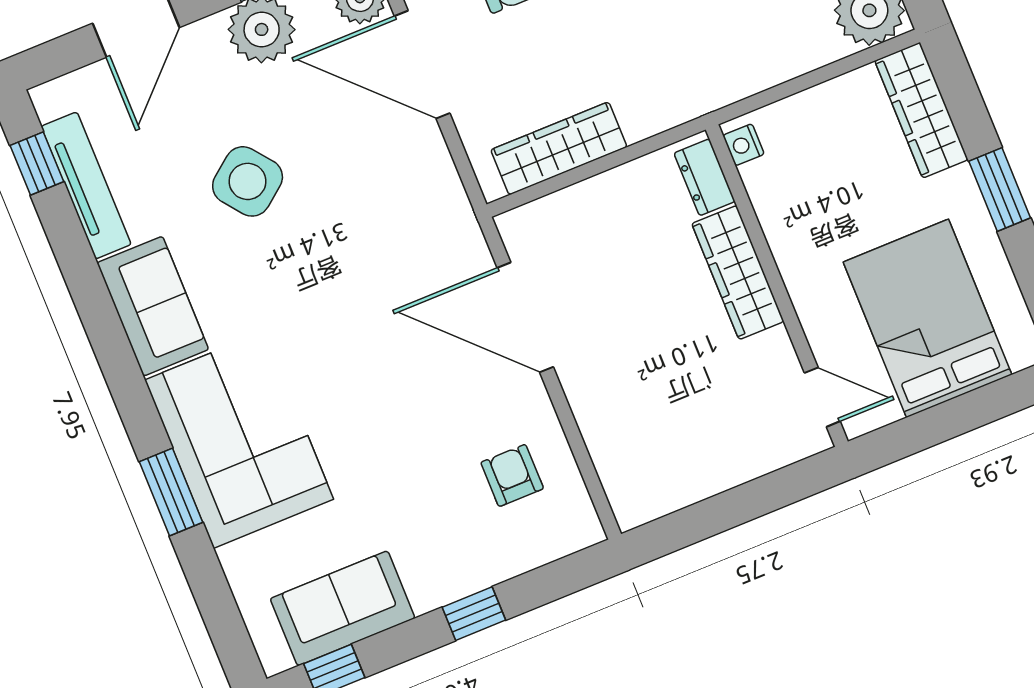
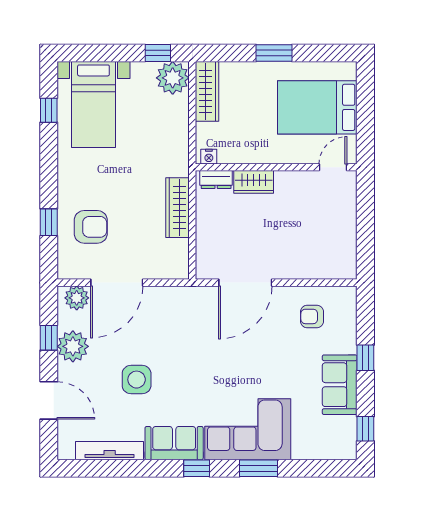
wardrobe: (921, 110) -> (207, 91), moved, turned -90
wardrobe: (559, 148) -> (178, 208), moved
window: (37, 163) -> (197, 468), moved
side table: (248, 181) -> (137, 380), turned 38
wardrobe: (738, 272) -> (254, 182), width x0.67
sofa: (343, 608) -> (340, 385), moved

